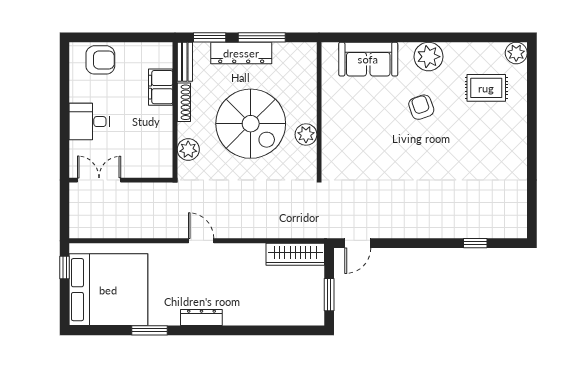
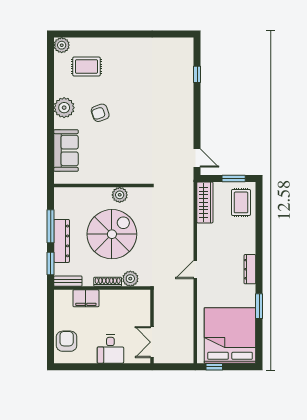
rug: (486, 88) -> (86, 67), turned 90
shoe rack: (184, 102) -> (108, 282), moved
rug: (295, 305) -> (241, 202), added

